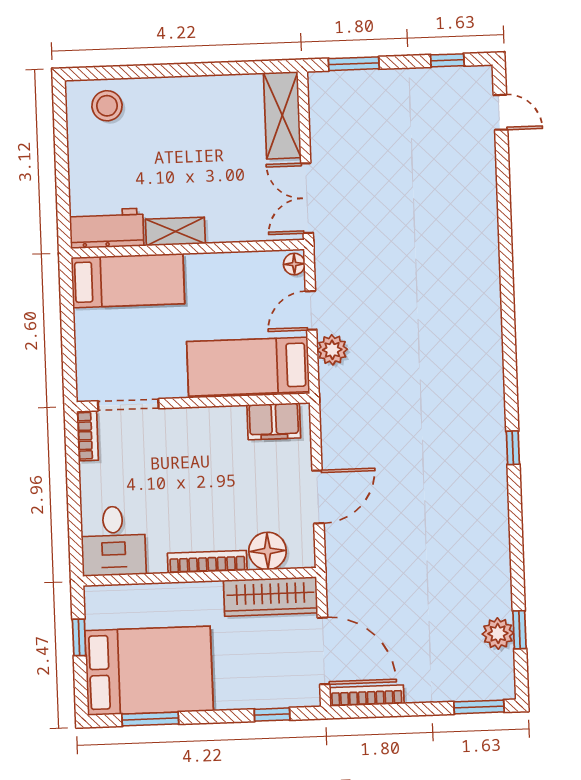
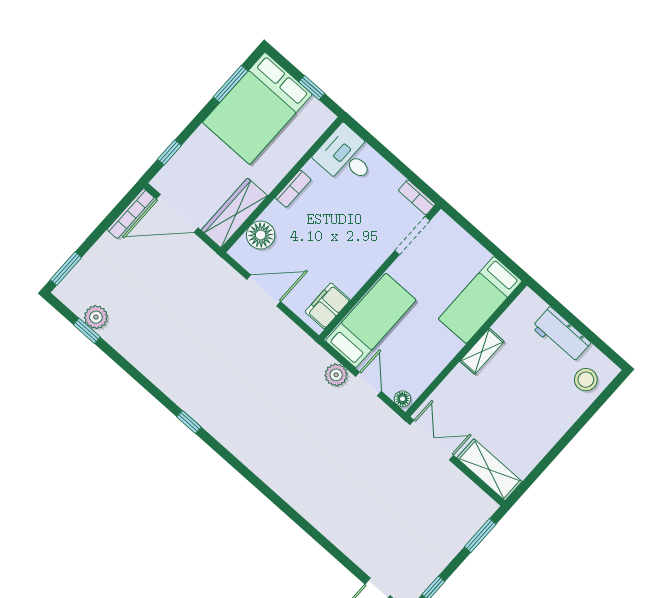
workbench: (107, 228) -> (561, 335), moved, turned 90
door: (318, 497) -> (264, 290), swing flipped
bookcase: (207, 562) -> (293, 189), width x0.64

